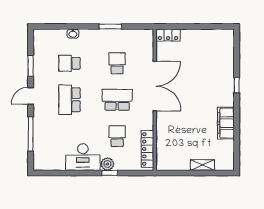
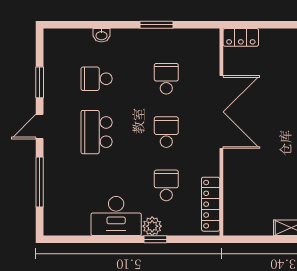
school desk: (117, 100) -> (166, 132), width x0.54

